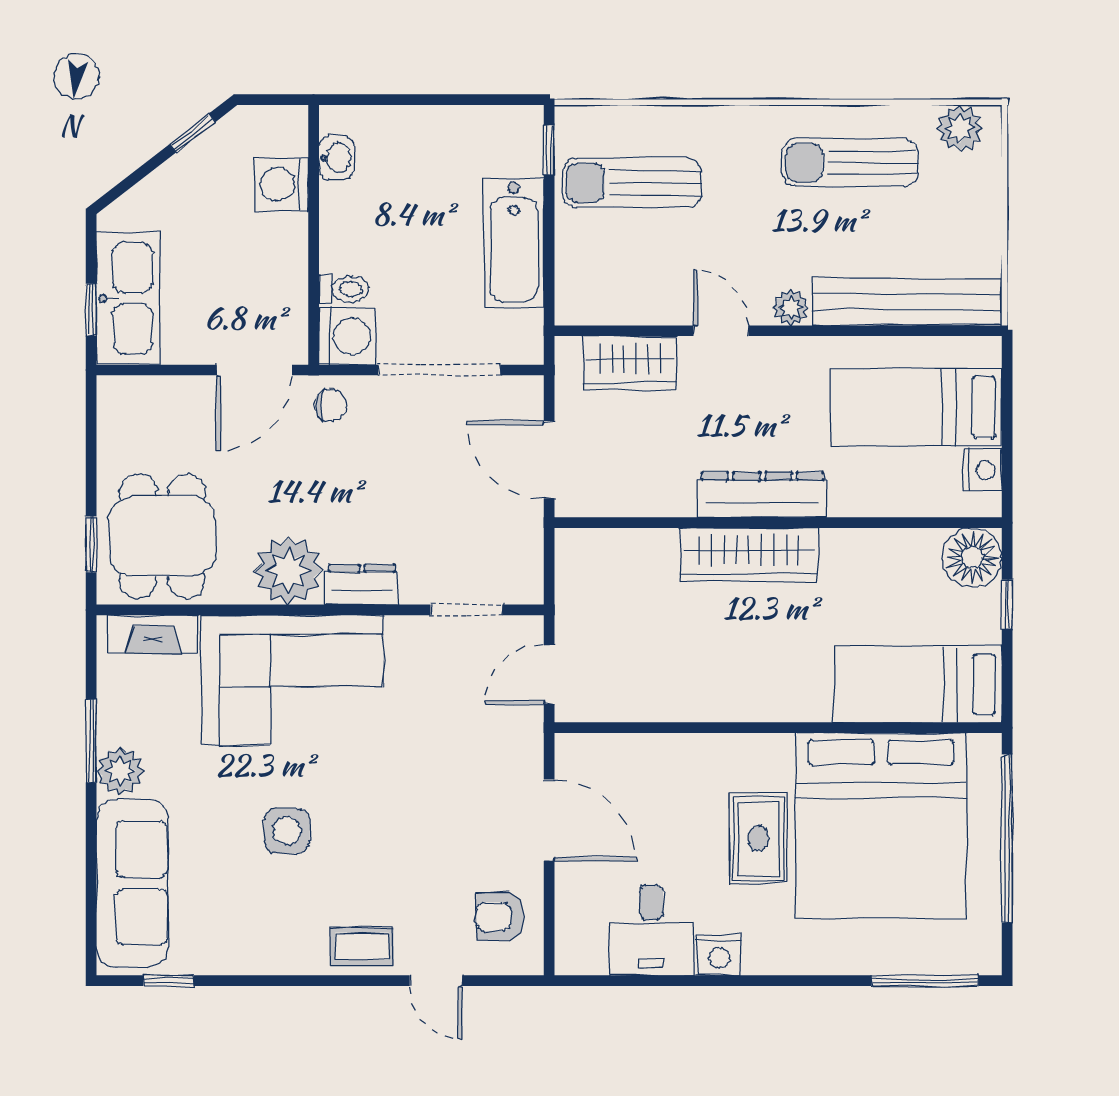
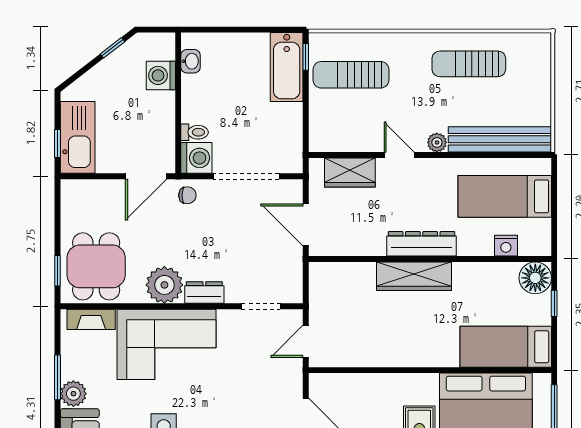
plant: (960, 128) -> (529, 45), removed
bathtub: (514, 243) -> (287, 67), moved
nightstand: (982, 470) -> (506, 246), moved, turned 90

